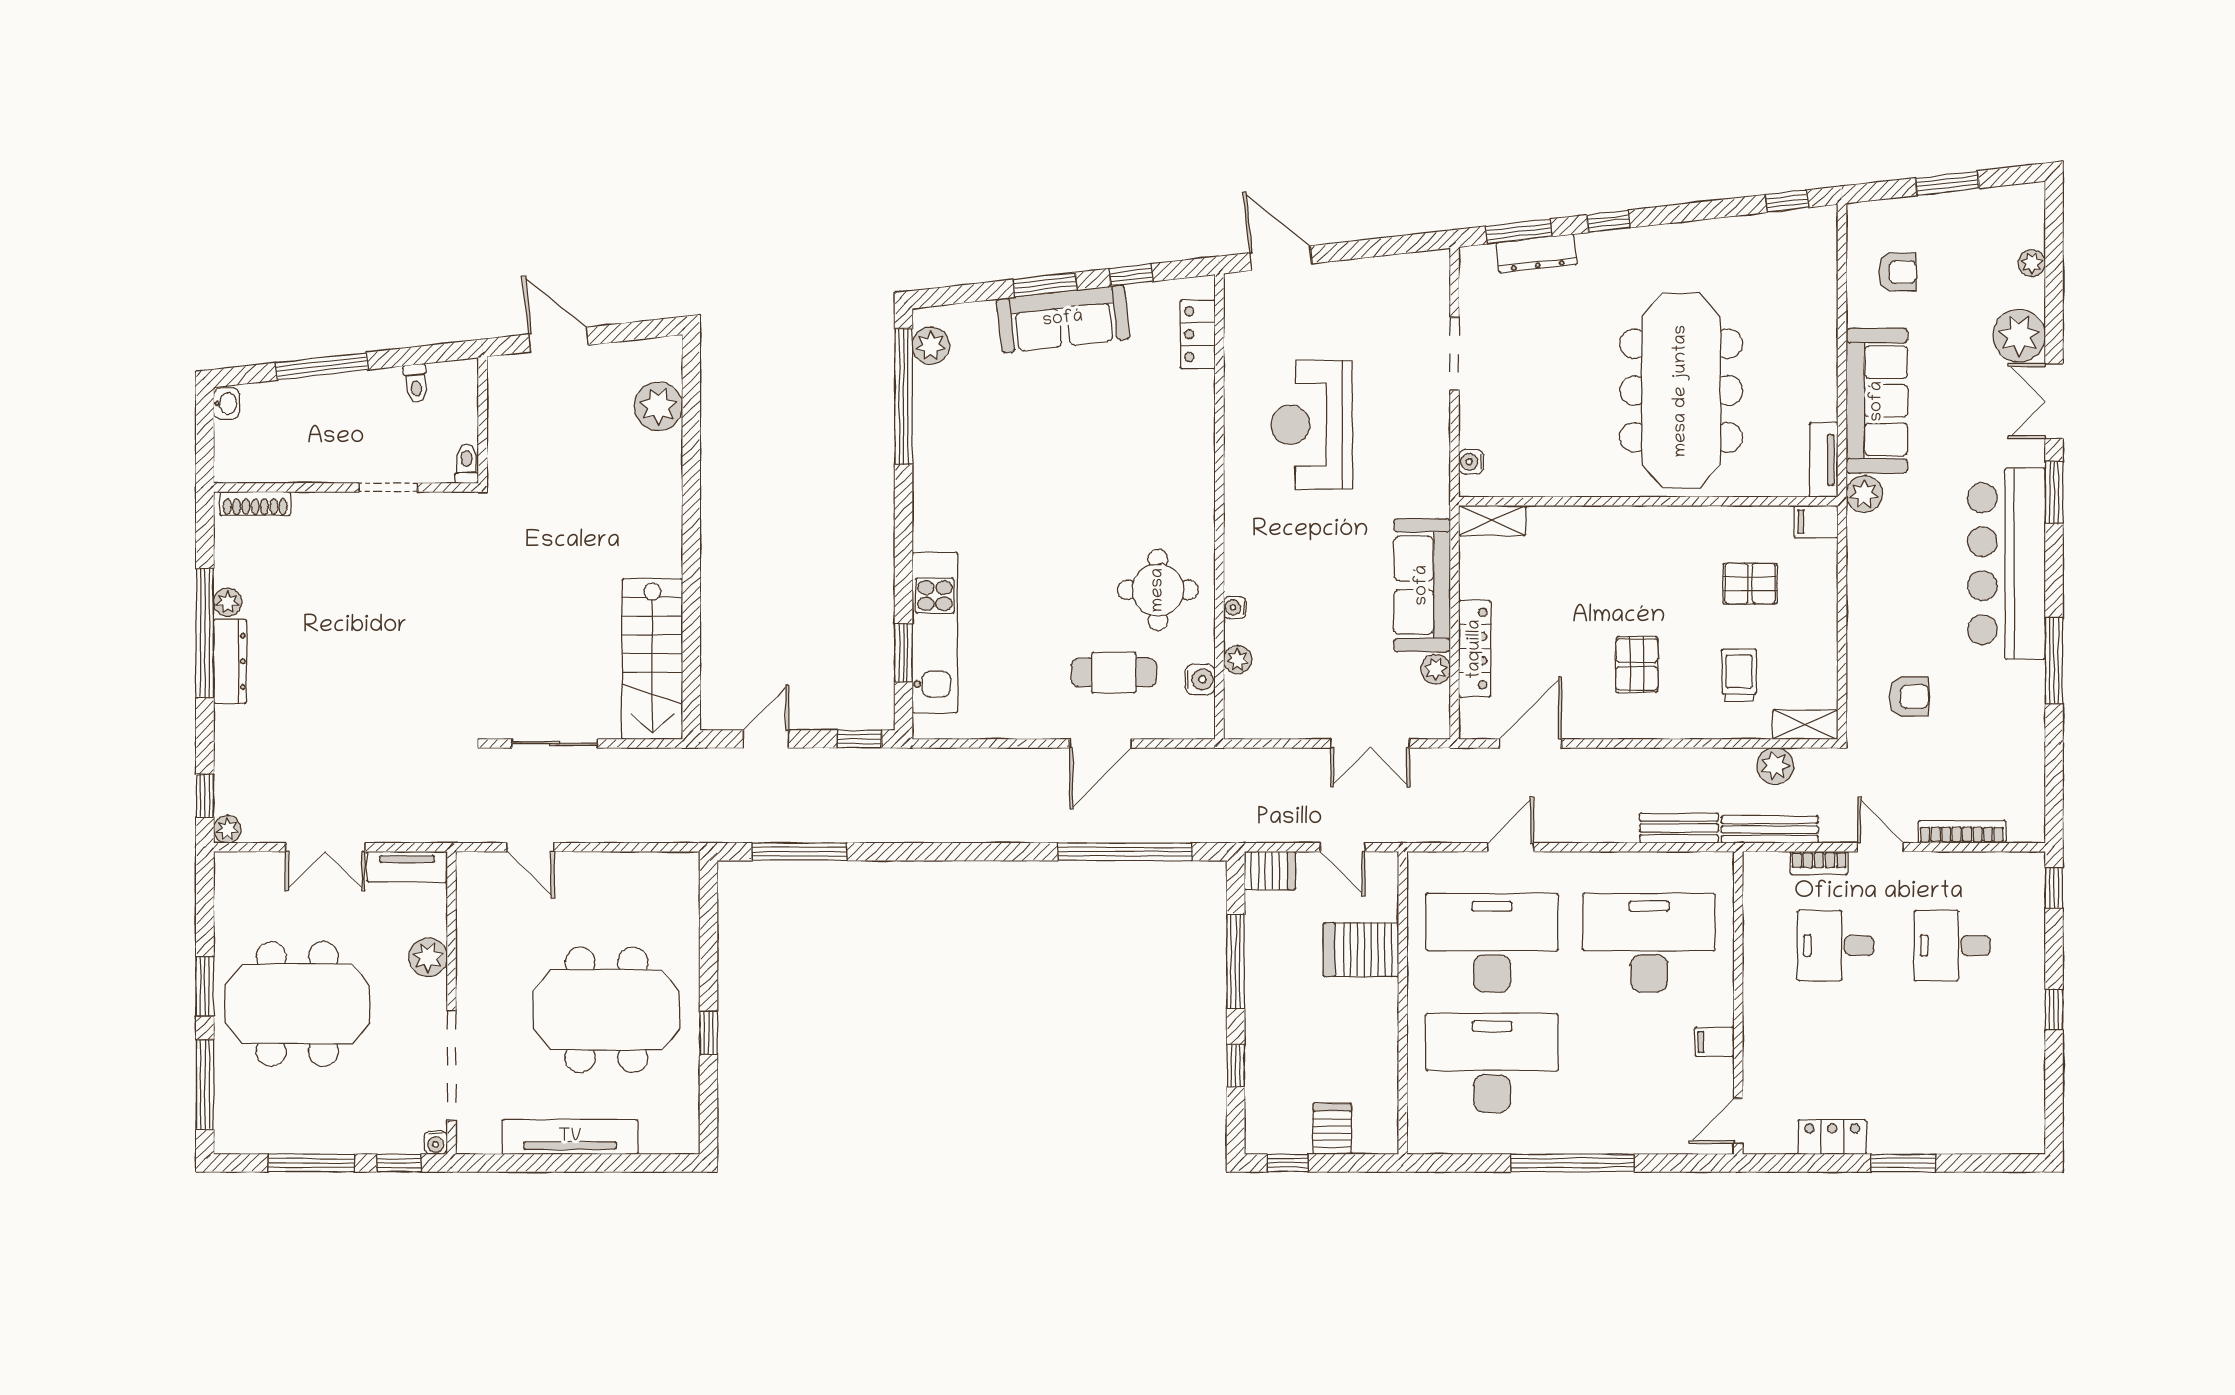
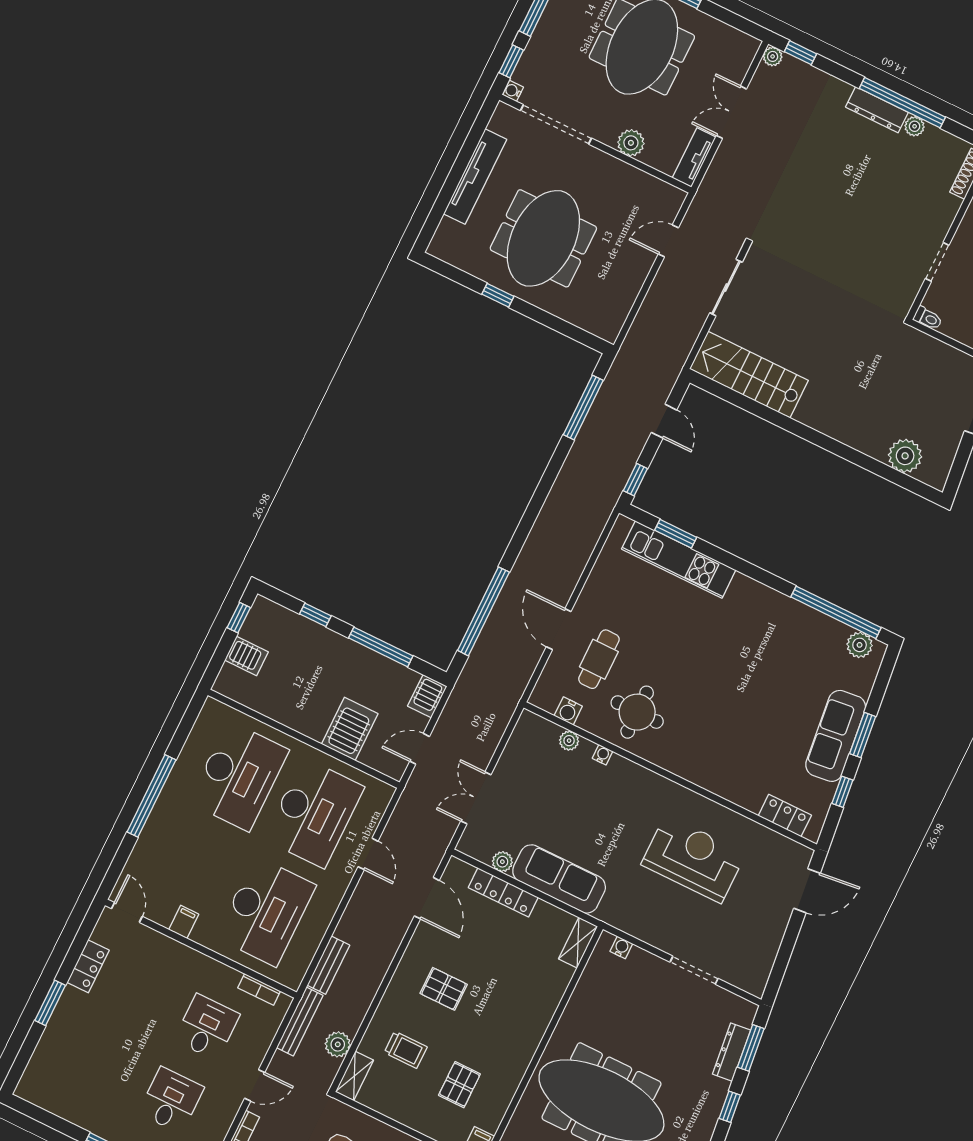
bookcase: (1819, 863) -> (259, 989), moved, turned -90

